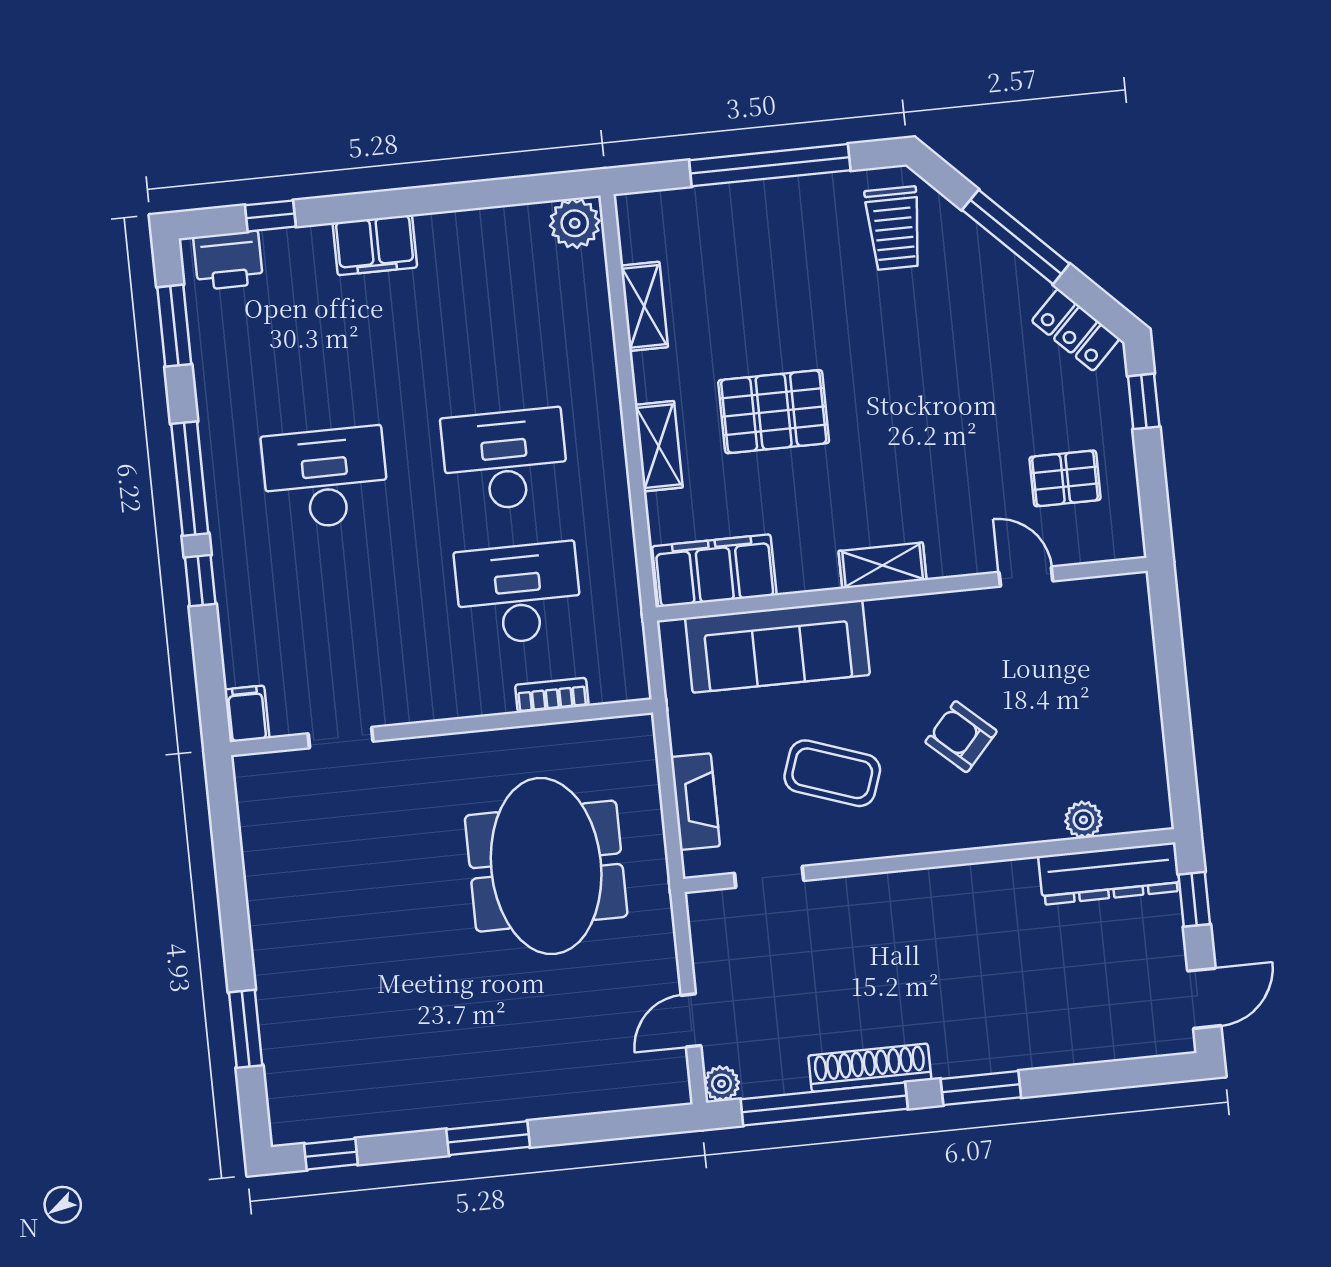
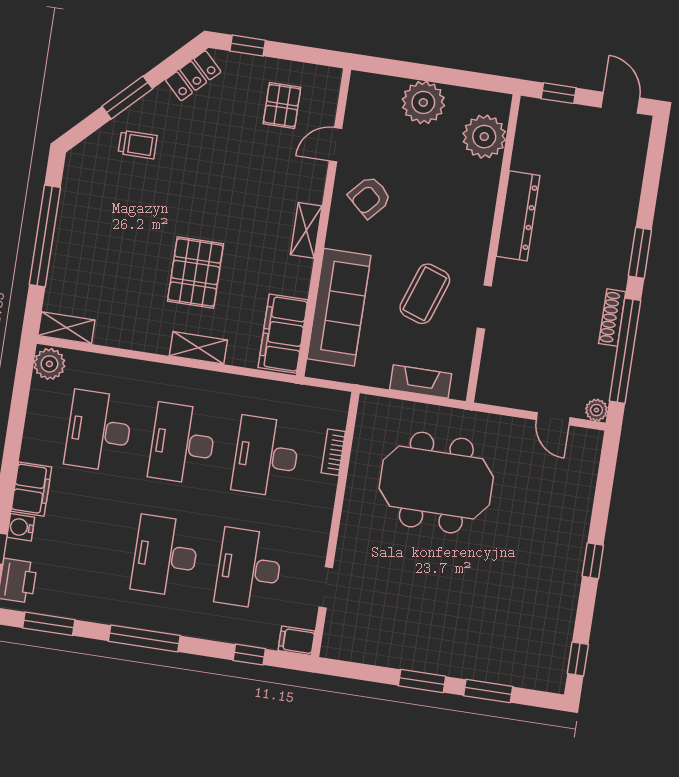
trolley: (894, 228) -> (138, 145), moved, width x0.73, depth x0.72
window: (1016, 237) -> (127, 98), width x0.69
water cooler: (312, 244) -> (21, 527), added
shelving: (644, 306) -> (66, 328), moved
desk: (491, 326) -> (99, 431), added
window: (200, 581) -> (249, 655), moved
desk: (339, 612) -> (249, 569), added
plant: (1126, 695) -> (423, 102), added
armchair: (961, 737) -> (370, 197), moved
plant: (1083, 820) -> (484, 137), width x1.88, depth x1.88
dresser: (1109, 874) -> (518, 216), moved
doorway: (769, 877) -> (484, 307), moved
window: (235, 923) -> (422, 681), added
shoe rack: (870, 1068) -> (612, 318), width x0.74, depth x0.81
window: (488, 1138) -> (593, 561), width x0.67

